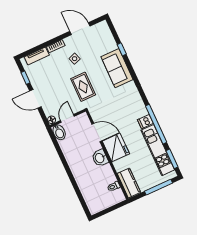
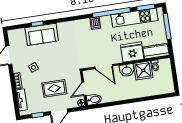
sofa: (117, 68) -> (42, 34), moved
rug: (83, 87) -> (54, 88), moved
door: (67, 118) -> (84, 89), hinge flipped
dishwasher: (145, 122) -> (95, 23), moved
door: (97, 133) -> (104, 67), swing flipped
fridge: (116, 147) -> (132, 52), moved
shower: (105, 175) -> (143, 70), added

